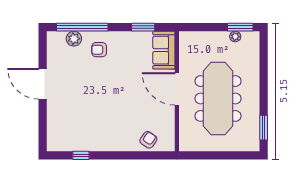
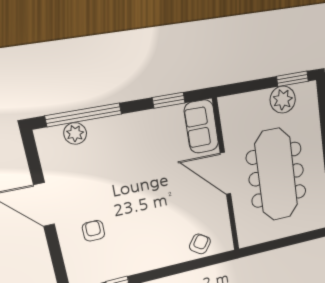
plant: (235, 37) -> (283, 100), width x1.88, depth x1.88
armchair: (99, 50) -> (93, 231), moved, turned 90

